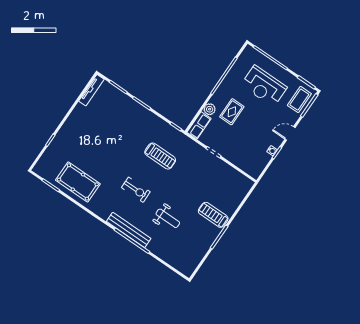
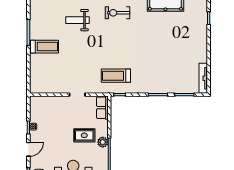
plant: (210, 109) -> (103, 142), moved
rug: (232, 112) -> (84, 135), turned 90
treadmill: (160, 156) -> (116, 76), moved
exercise bike: (136, 190) -> (118, 13), moved

